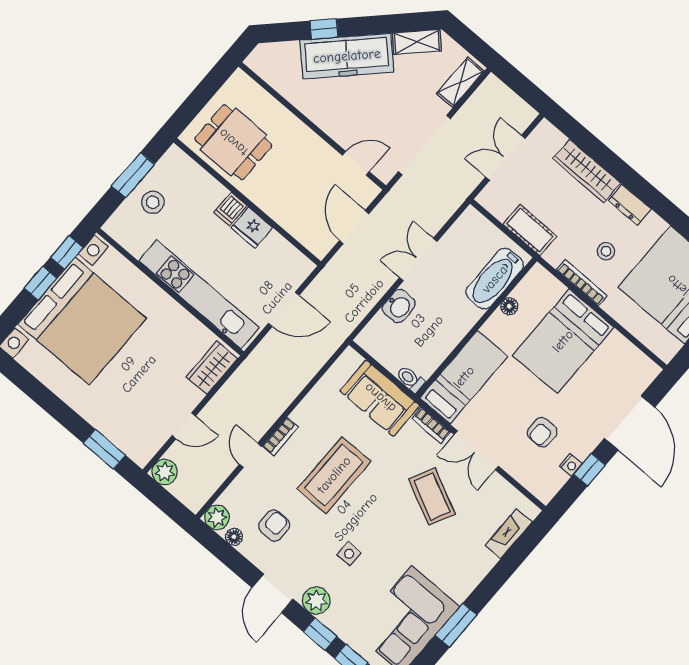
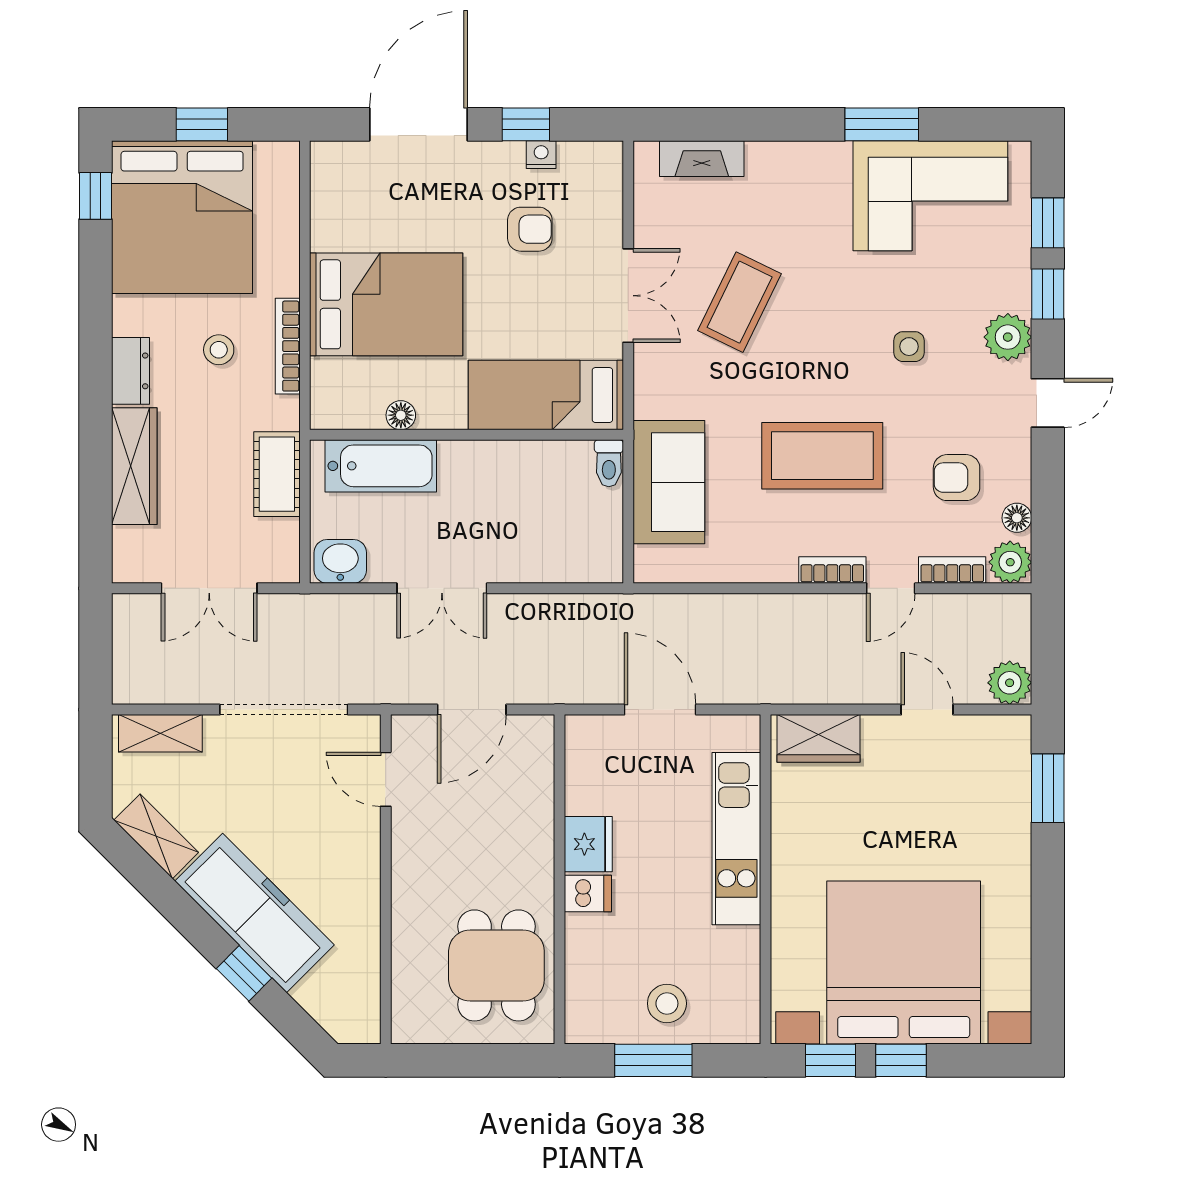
kitchen unit: (199, 294) -> (736, 839), width x0.73
washbasin: (399, 306) -> (340, 561), moved
bookcase: (431, 425) -> (952, 570), moved, turned -90
door: (273, 593) -> (1048, 403), width x0.73

